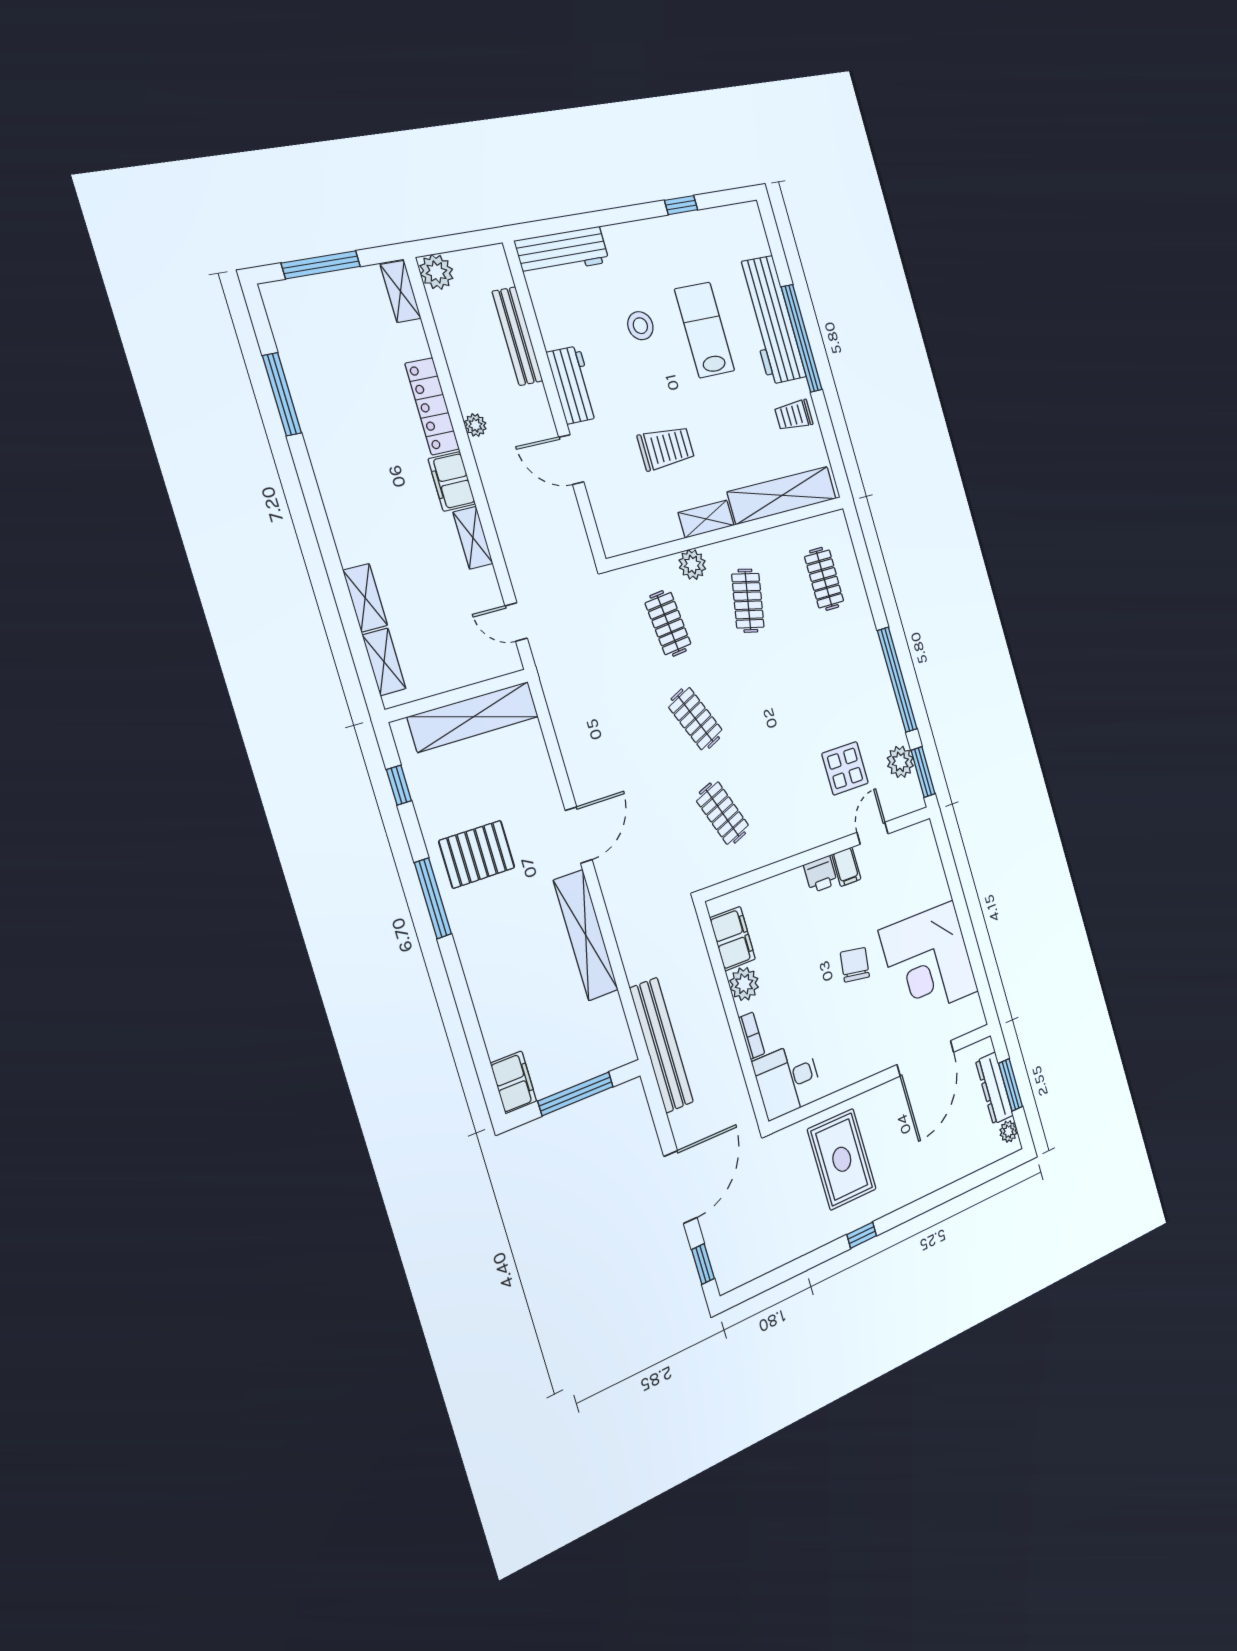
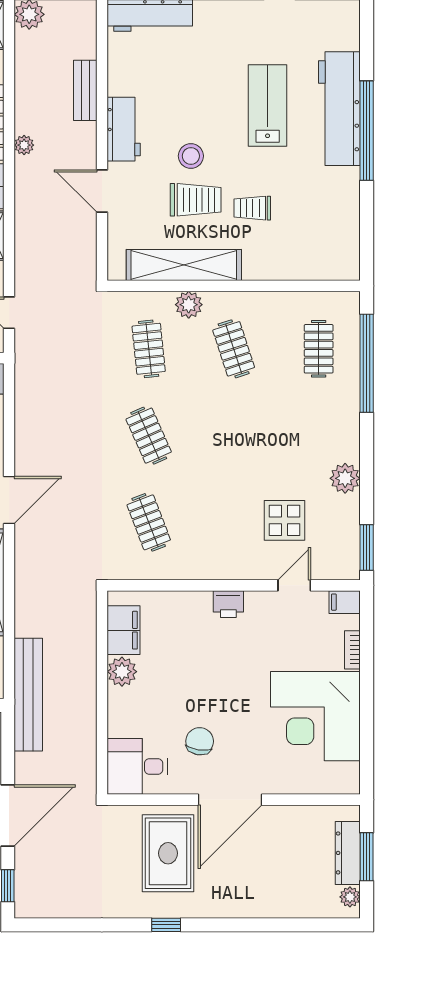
stool: (640, 326) -> (191, 156), moved
bench: (517, 336) -> (85, 90), width x0.73
trolley: (794, 415) -> (252, 208), moved
shelving: (782, 495) -> (299, 265), removed
shelving: (706, 519) -> (184, 265), width x2.20, depth x1.33
clothes rail: (748, 601) -> (234, 349), turned -30
window: (897, 680) -> (367, 363), moved
plant: (900, 762) -> (345, 478), moved
filing cabinet: (846, 867) -> (345, 602), moved, turned 90
chair: (855, 965) -> (200, 741), moved
bookcase: (752, 1036) -> (352, 650), moved, turned 180
door: (926, 1058) -> (230, 800), moved

